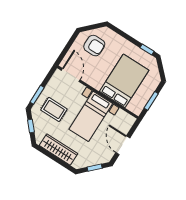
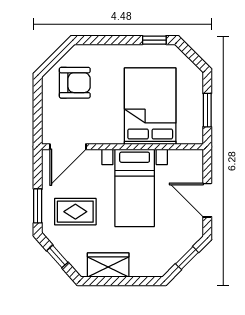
door: (71, 75) -> (68, 147), swing flipped
wardrobe: (58, 149) -> (108, 265), width x0.67

